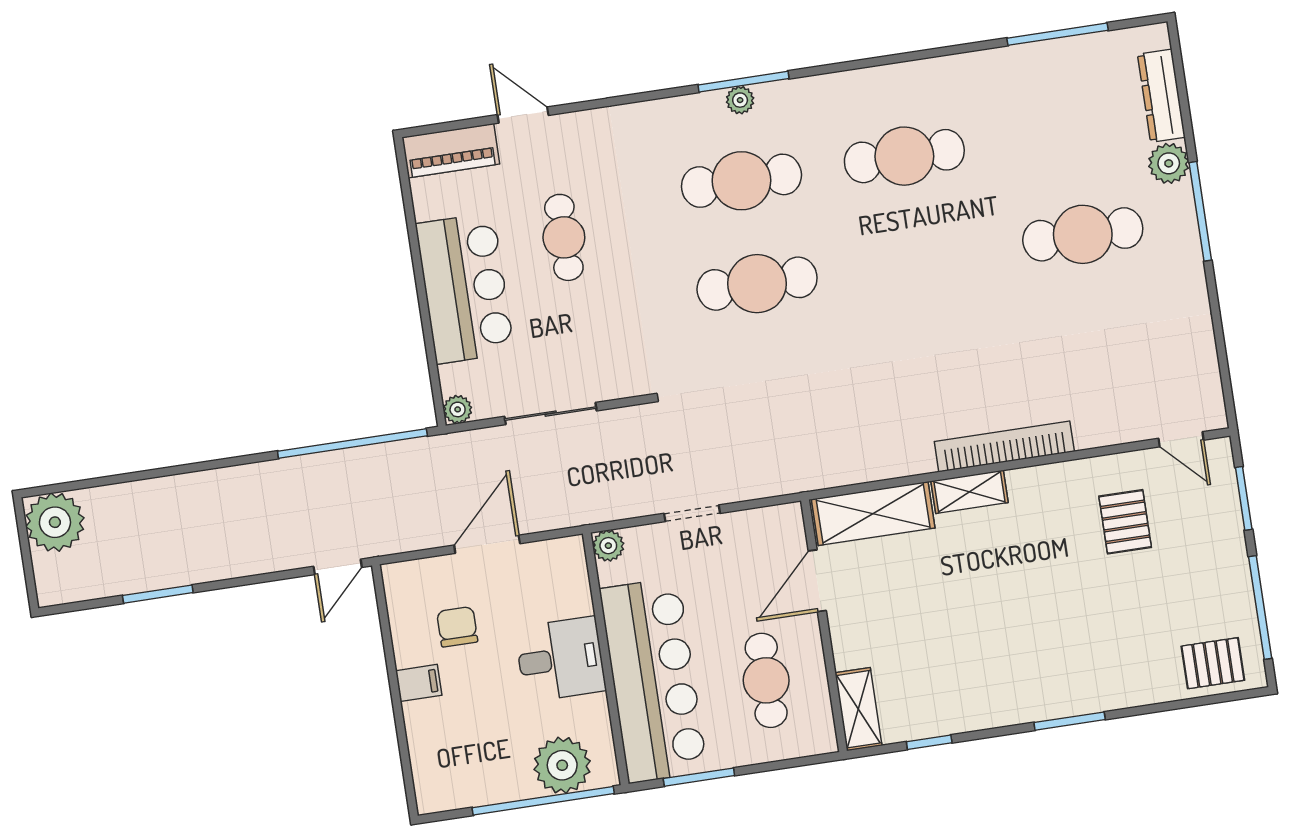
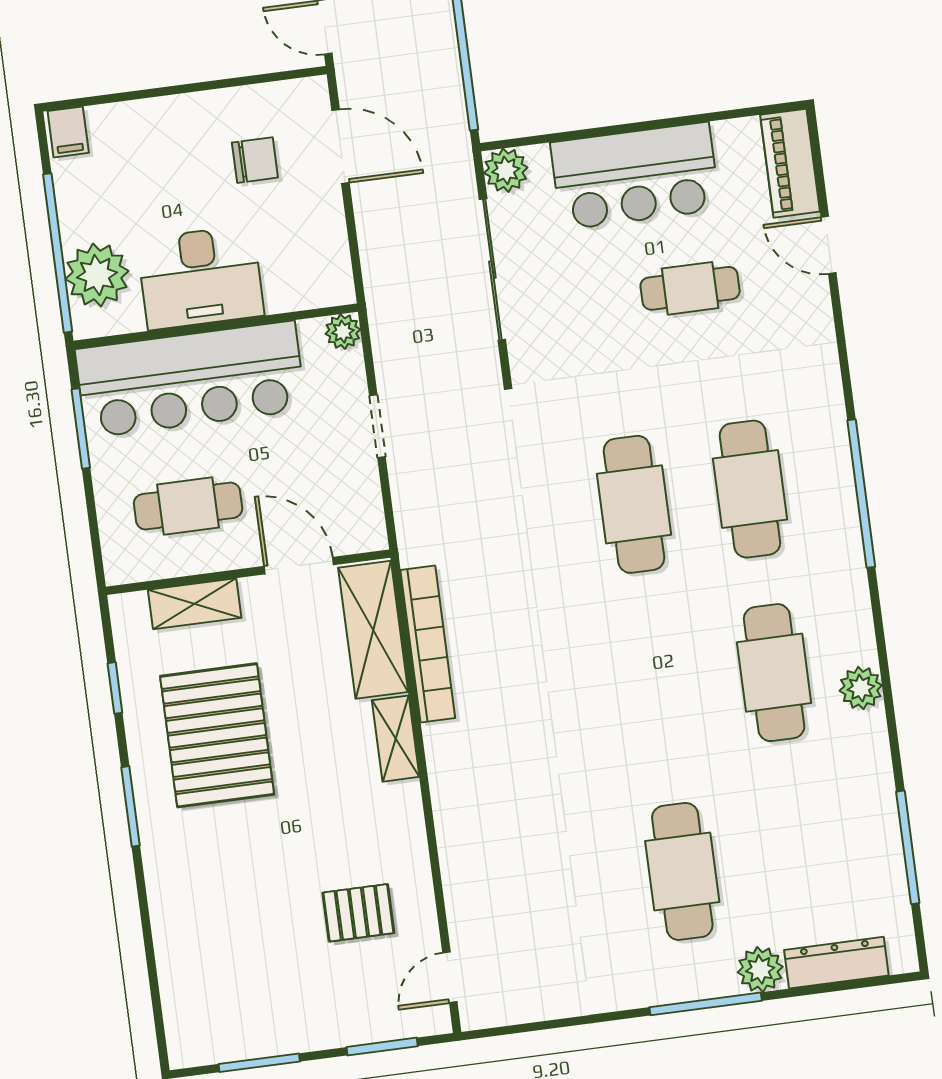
window: (744, 82) -> (861, 494), width x1.46
plant: (740, 100) -> (861, 688), moved, width x1.38, depth x1.38
door: (523, 115) -> (828, 245), swing flipped
plant: (458, 409) -> (506, 170), width x1.38, depth x1.38
sliding door: (551, 414) -> (492, 270), width x1.37
bookcase: (1004, 447) -> (428, 644), moved
door: (487, 544) -> (340, 146), moved
window: (1260, 607) -> (259, 1063), width x0.69
desk: (560, 659) -> (200, 277), width x1.37
pallet: (1213, 663) -> (217, 735), moved, width x2.05, depth x2.00
filing cabinet: (419, 683) -> (68, 132), moved
shelving: (858, 709) -> (195, 604), moved
window: (1070, 721) -> (130, 806), moved

